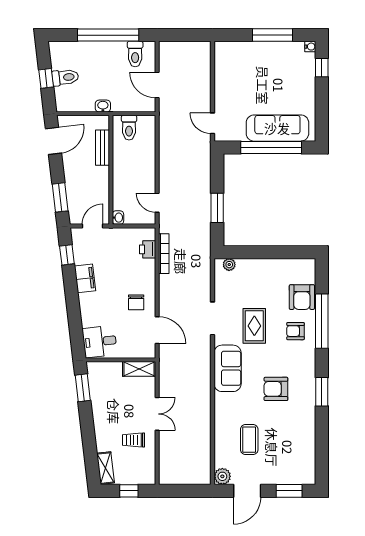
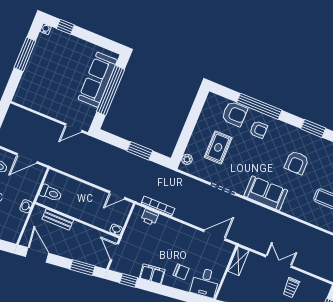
chair: (136, 302) -> (181, 272), moved
rug: (254, 326) -> (218, 147), moved, turned 90
armchair: (295, 331) -> (259, 130), turned -90

